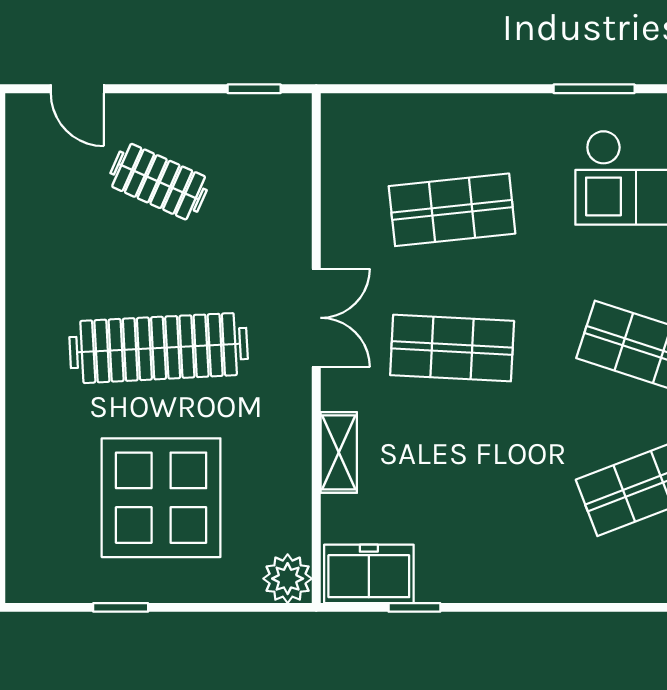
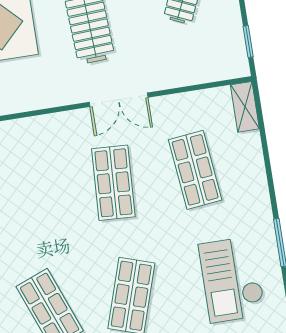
shelving: (339, 452) -> (245, 107), moved, turned 90

